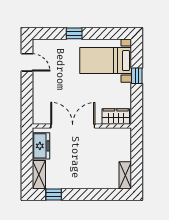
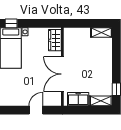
door: (27, 62) -> (36, 110), moved
window: (137, 76) -> (11, 23), moved

